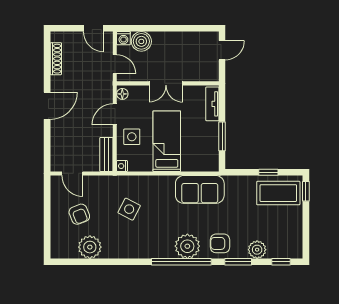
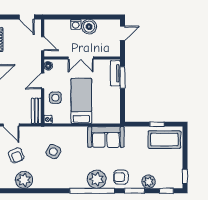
washing machine: (123, 38) -> (76, 24), moved
boiler: (141, 41) -> (89, 27), moved
window: (222, 136) -> (122, 77), moved
window: (306, 191) -> (185, 176), moved

